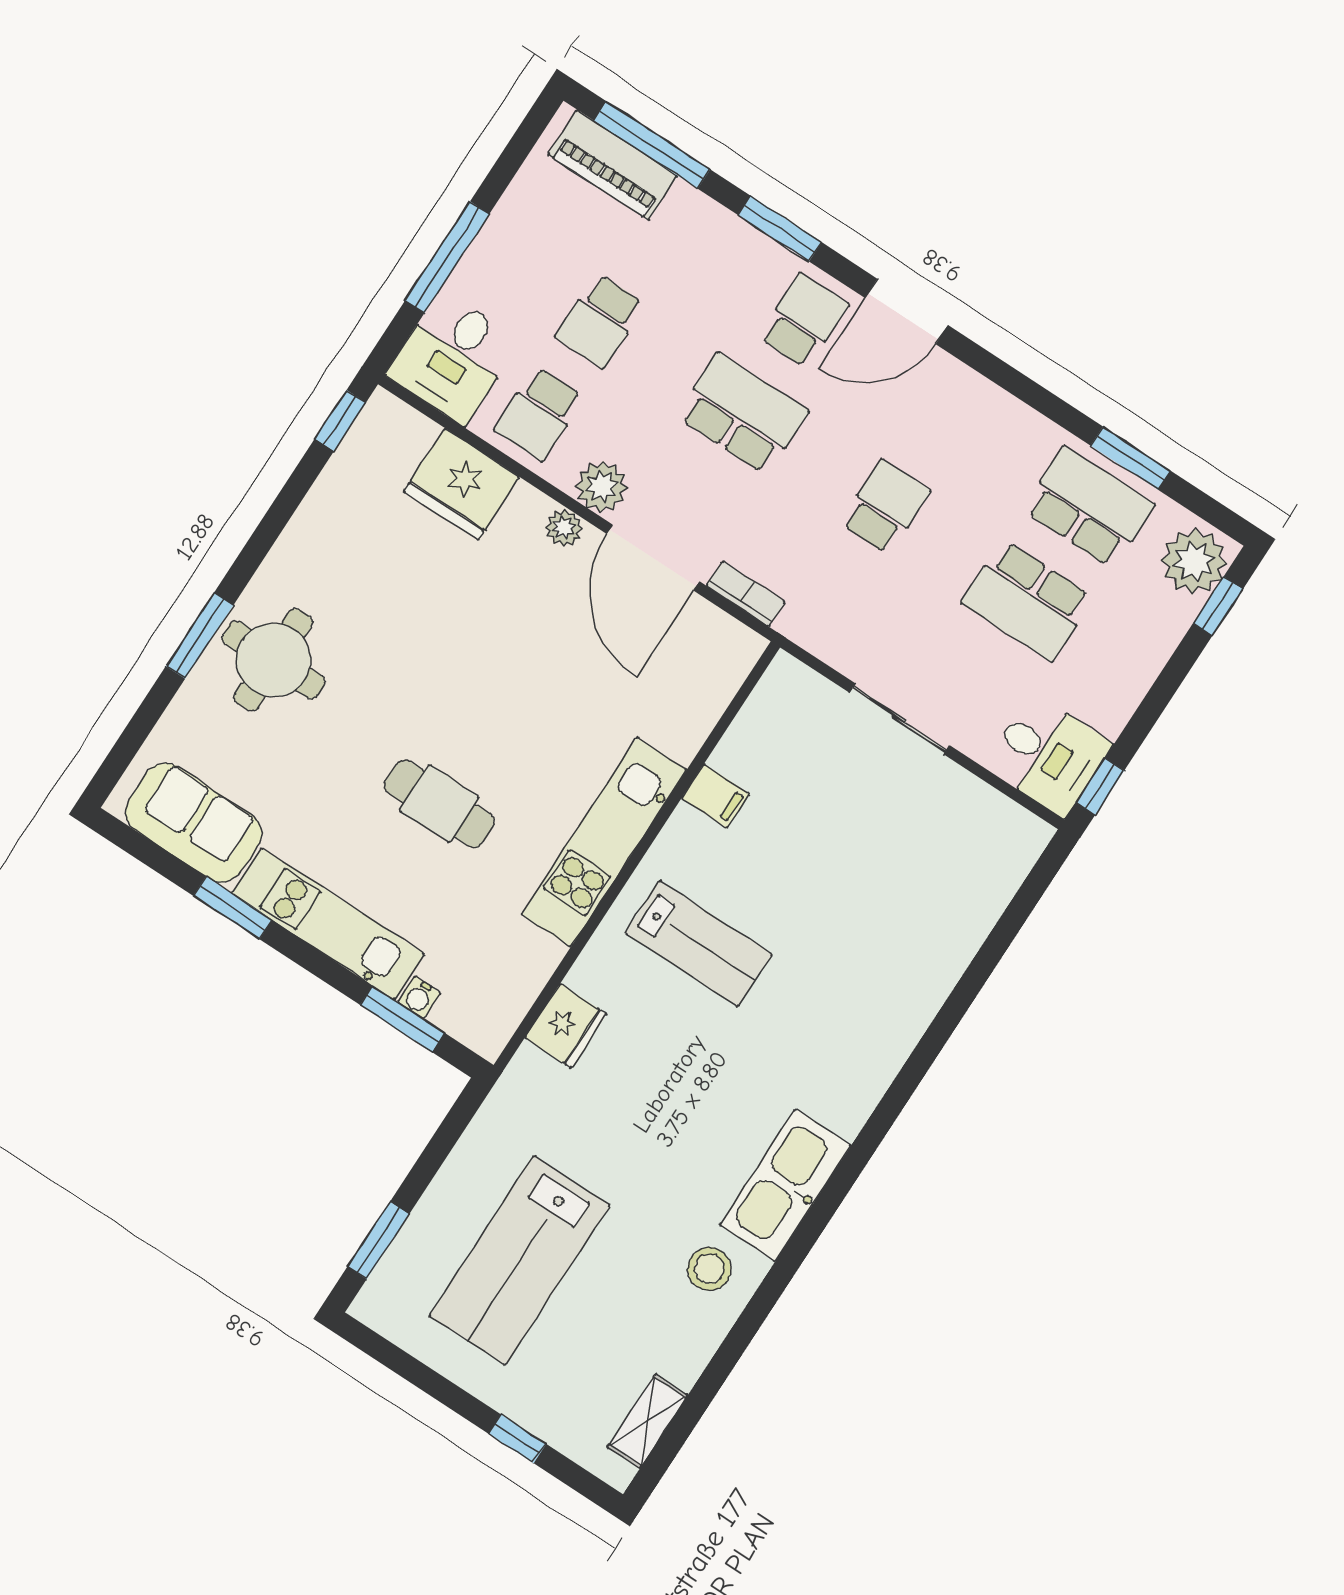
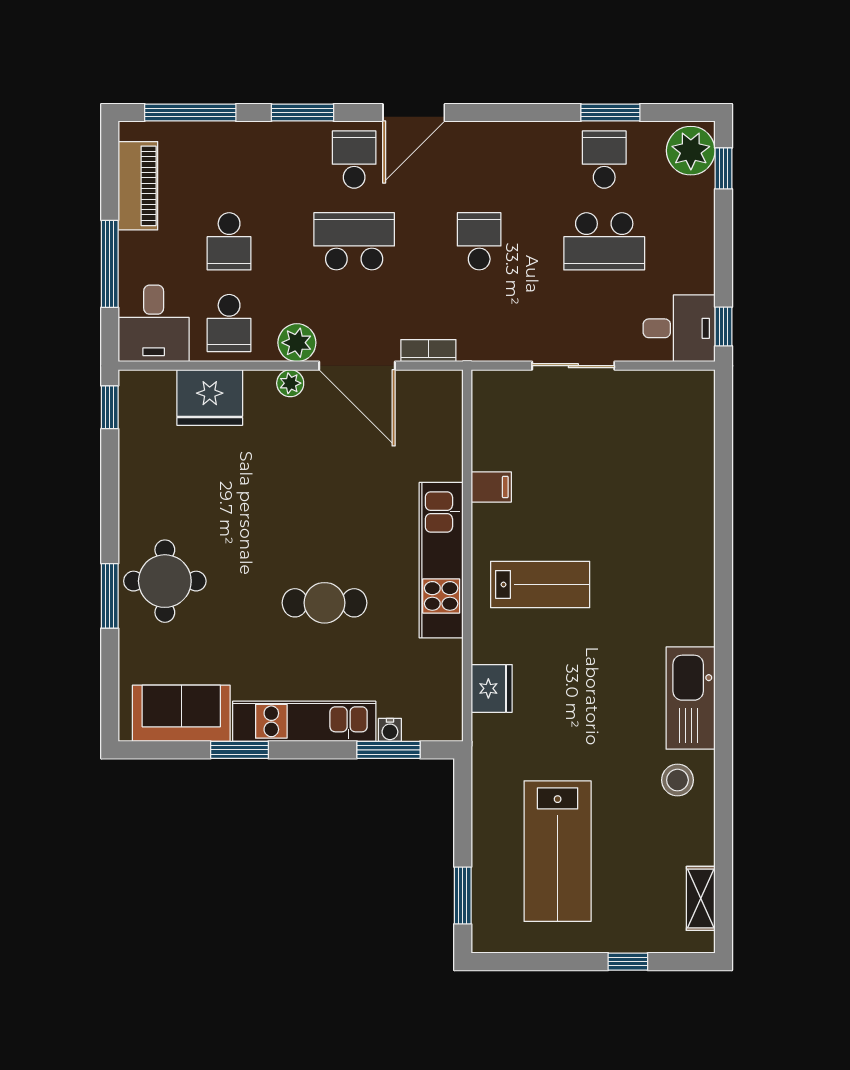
piano: (613, 165) -> (138, 186), moved, turned -90
school desk: (1089, 507) -> (604, 160), width x0.54

